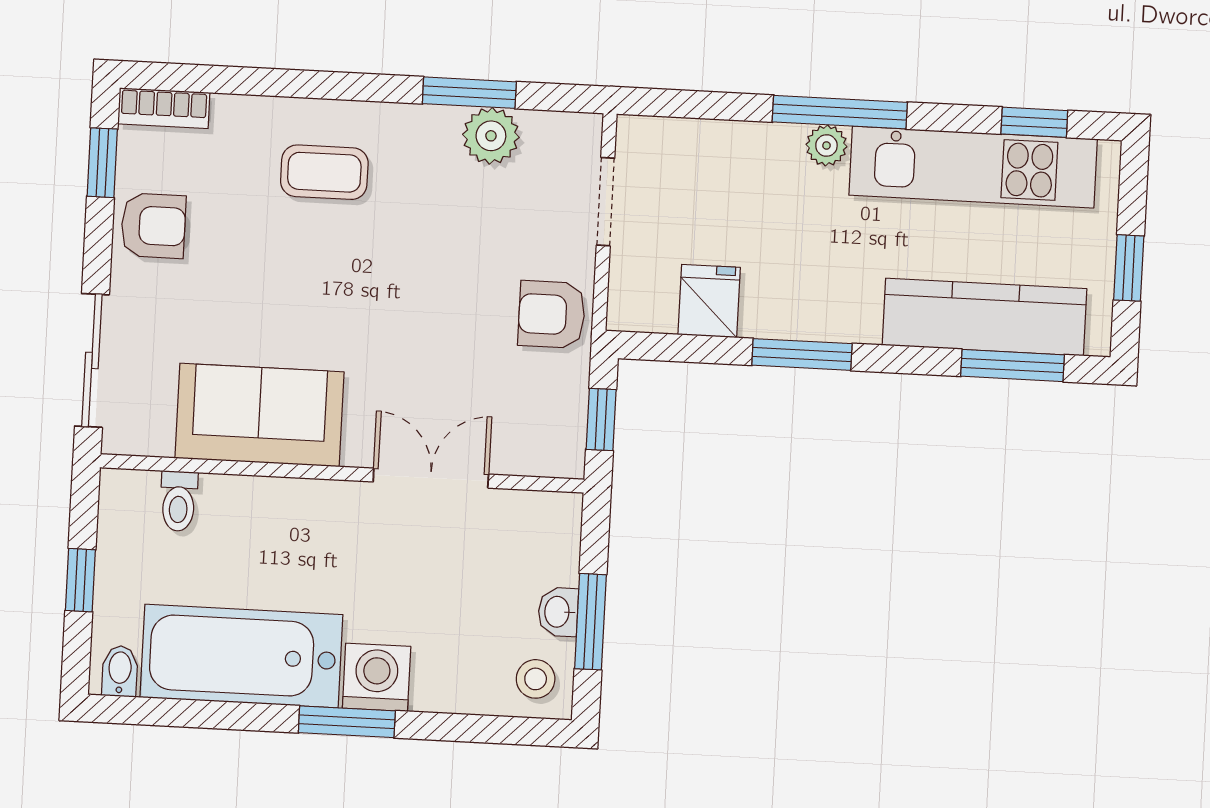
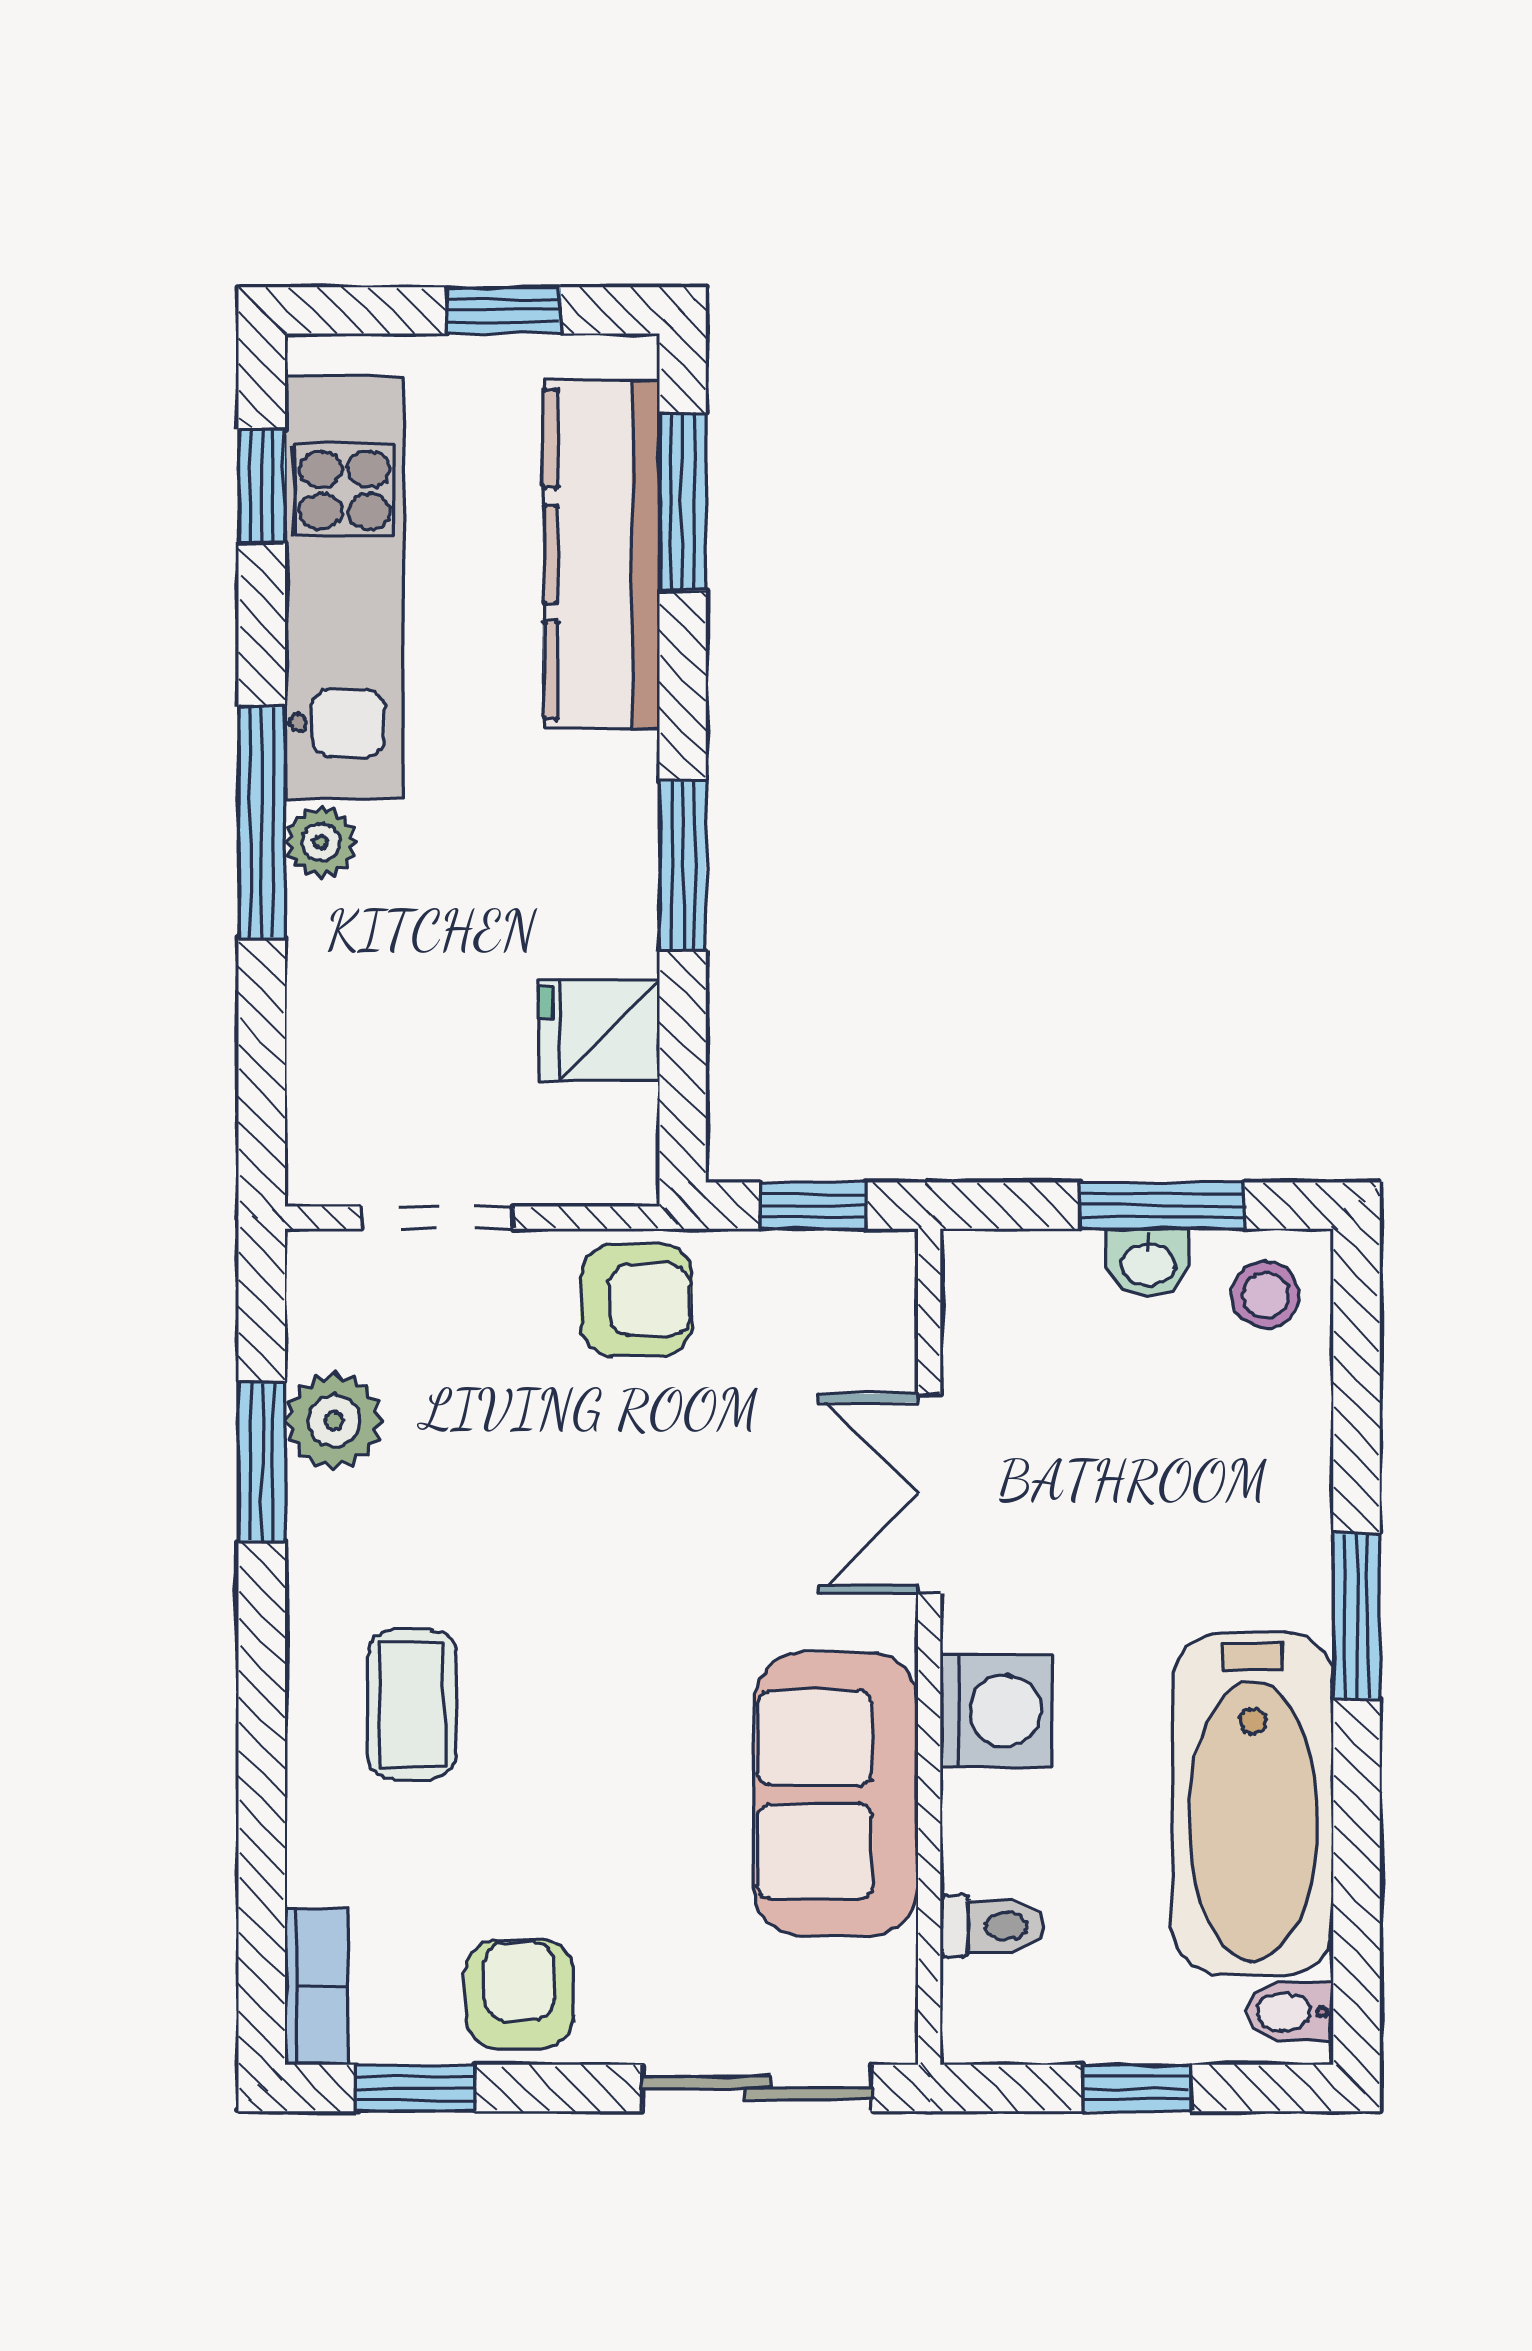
armchair: (552, 314) -> (636, 1300), turned -90
washing machine: (377, 677) -> (996, 1711), moved, turned 180

